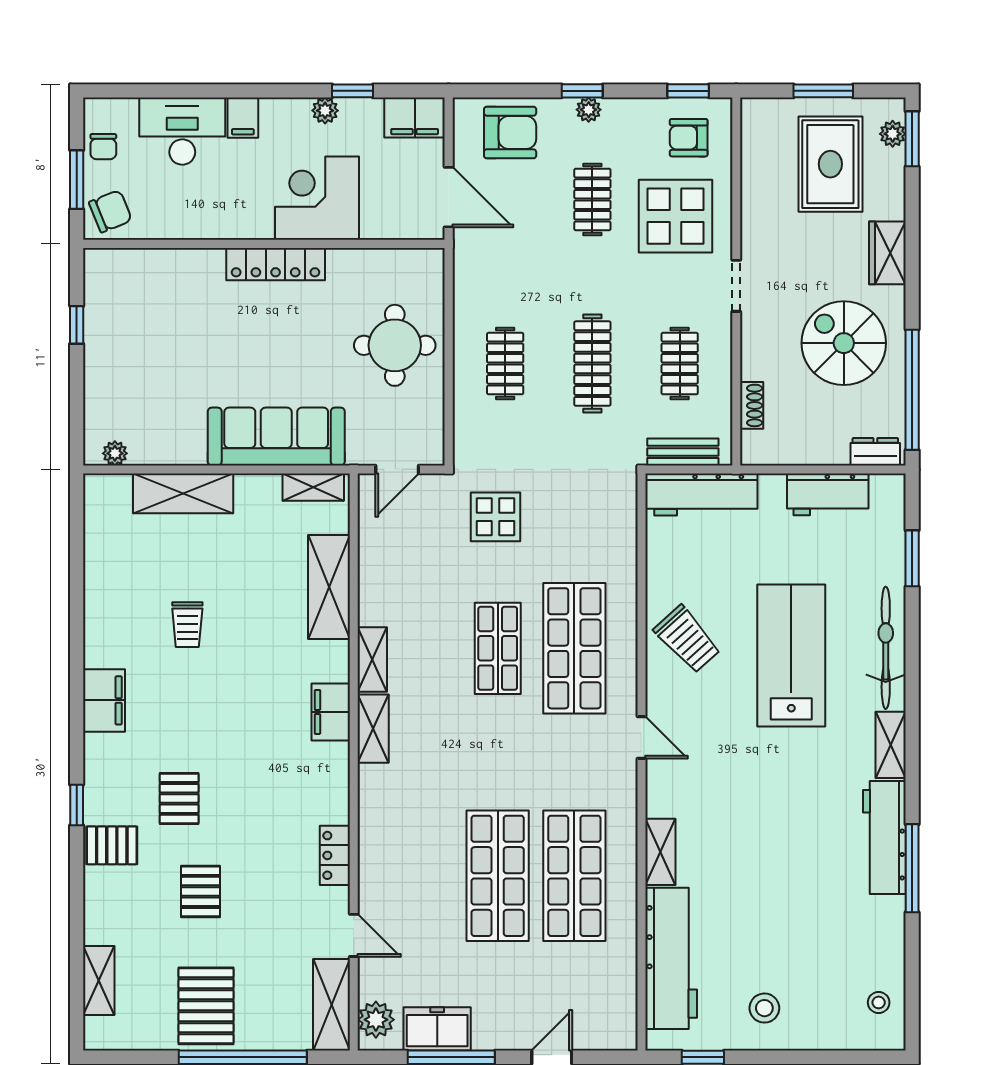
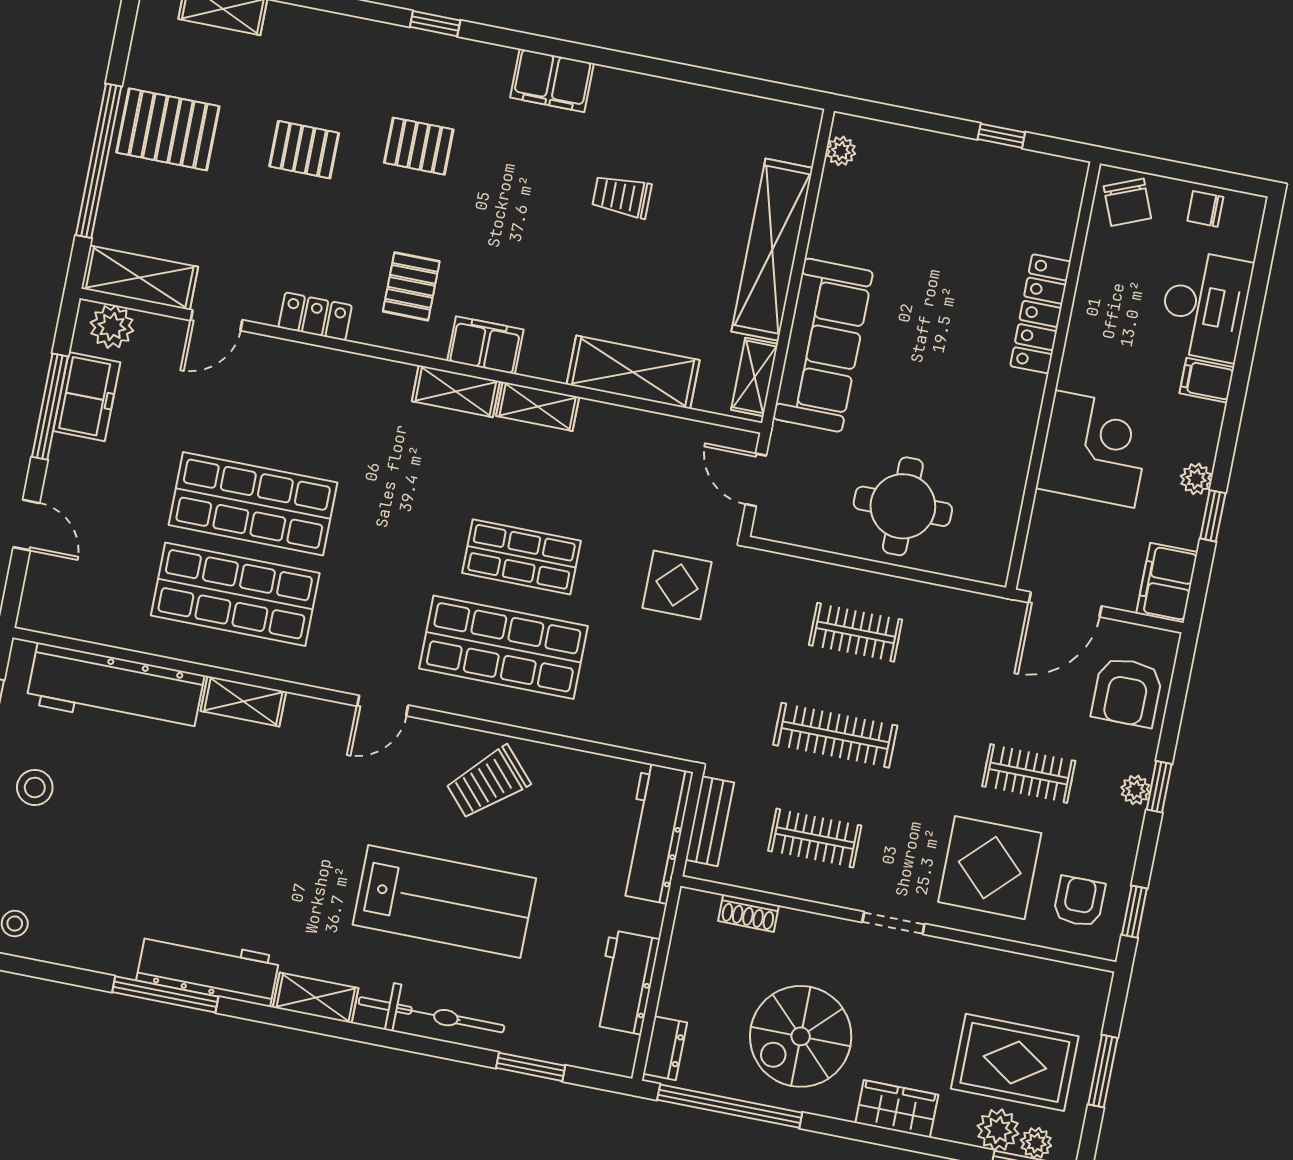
plant: (888, 167) -> (998, 1130), added
window: (77, 180) -> (1173, 170), removed
locker: (276, 264) -> (1040, 314), moved
spiral stairs: (844, 343) -> (801, 1036), turned 180
shelving: (183, 493) -> (772, 250), width x1.47
pallet: (112, 845) -> (411, 286), moved

